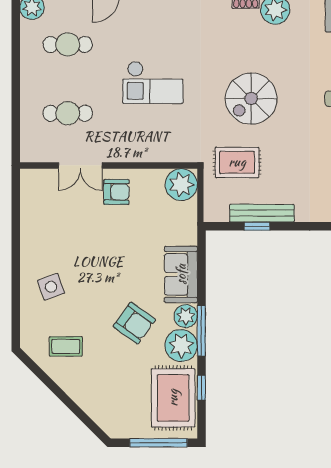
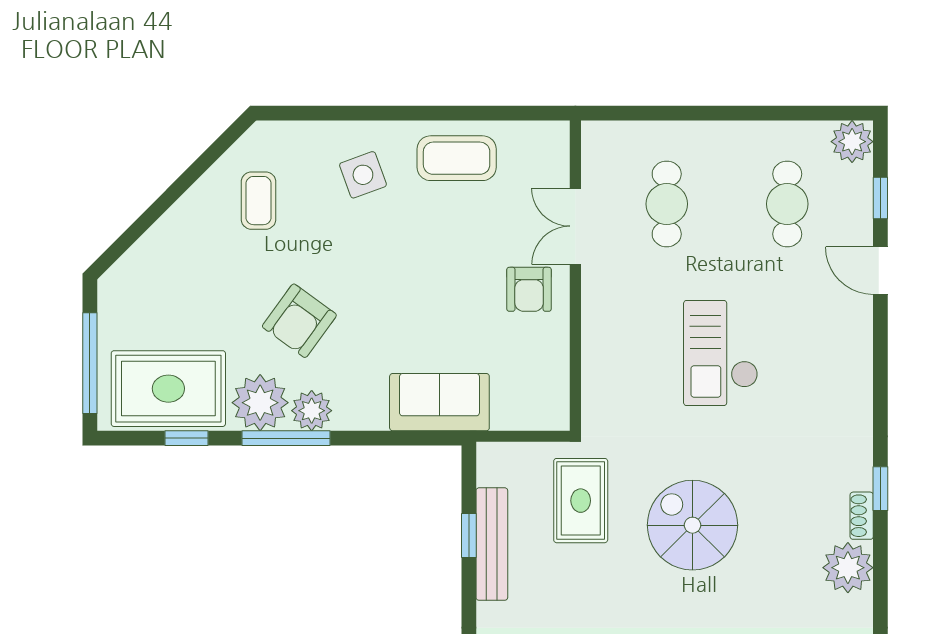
plant: (181, 185) -> (542, 403), removed
coffee table: (42, 233) -> (457, 158), added
sofa: (181, 274) -> (439, 402), moved

